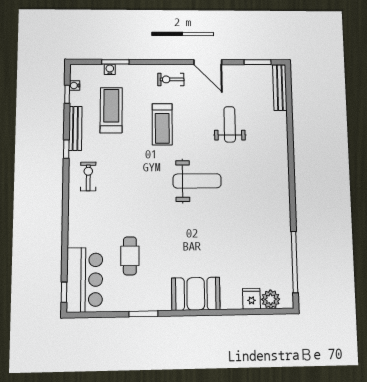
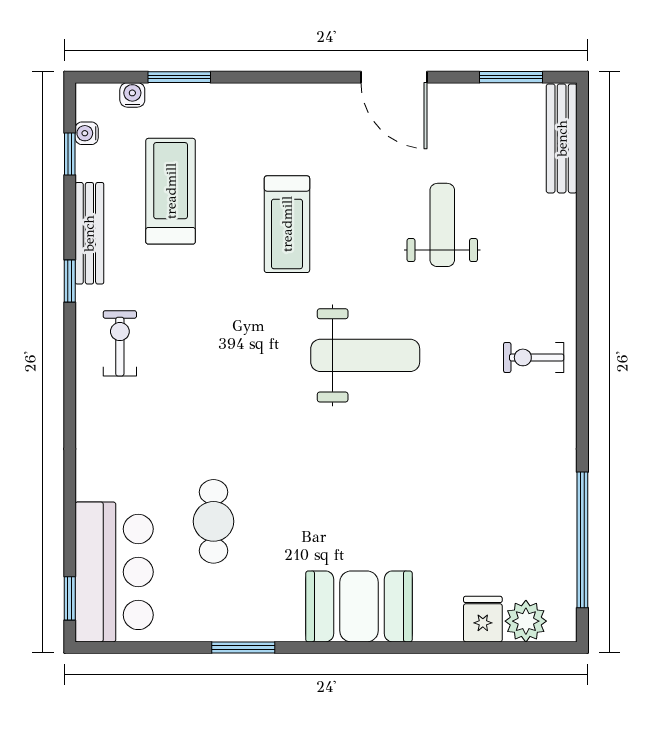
water cooler: (110, 69) -> (132, 95), moved
exercise bike: (171, 79) -> (534, 357), moved

